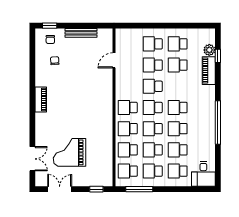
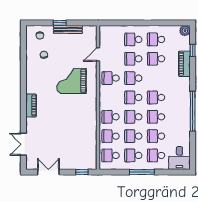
window: (50, 26) -> (60, 23), moved
plant: (209, 50) -> (185, 31), moved
piano: (41, 100) -> (31, 105), moved
school desk: (128, 107) -> (111, 78), moved
grand piano: (69, 152) -> (72, 81), moved
double door: (32, 159) -> (23, 144), swing flipped
window: (139, 189) -> (142, 172), moved

